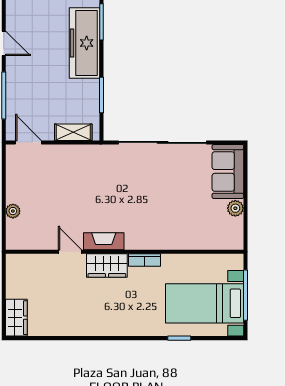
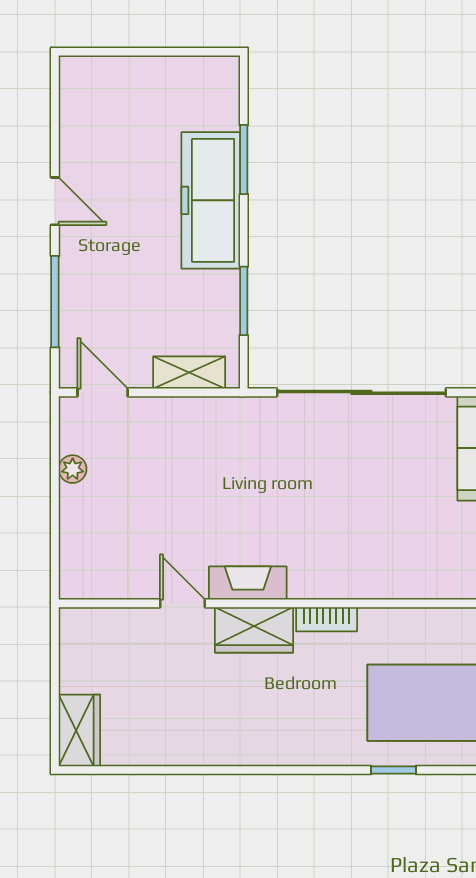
plant: (13, 211) -> (73, 469), moved

